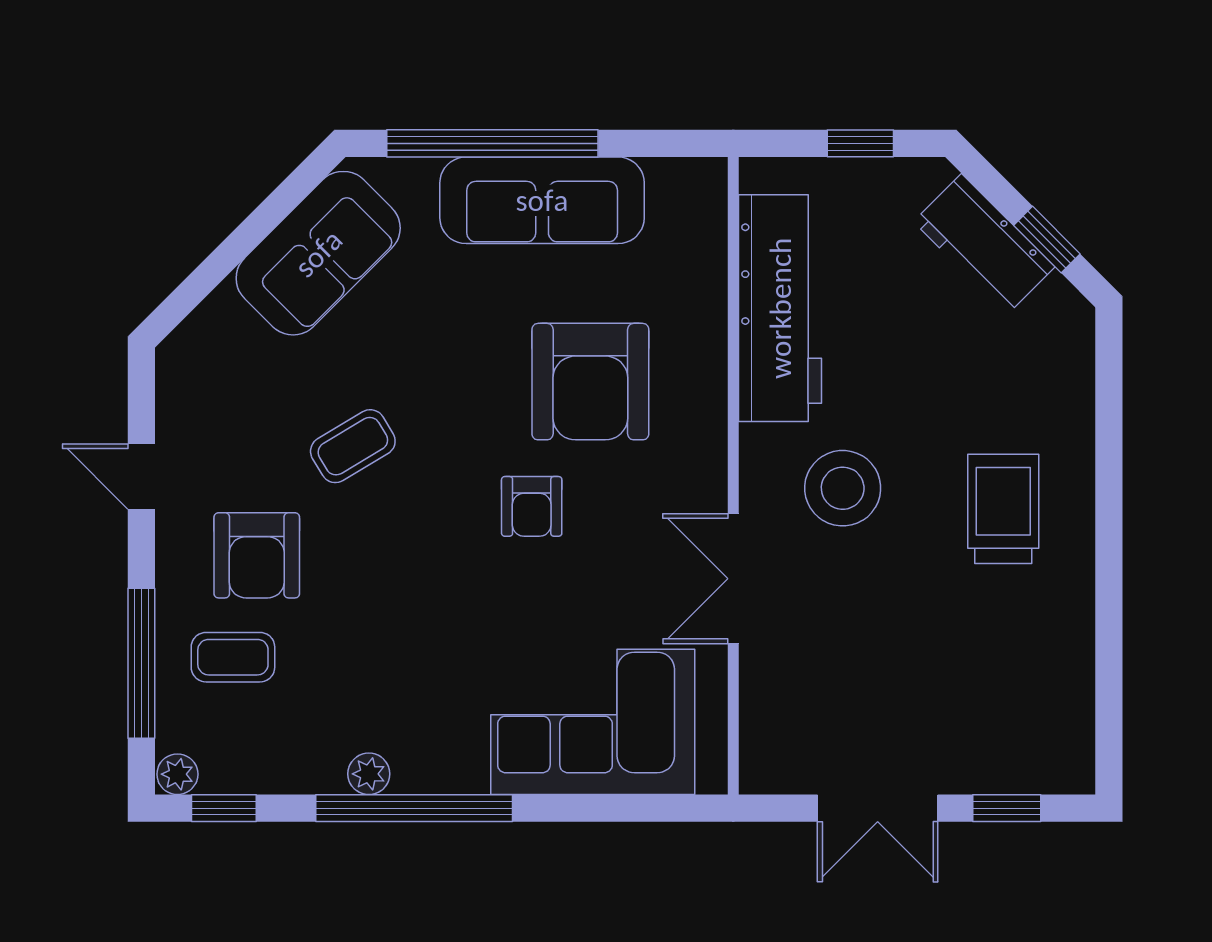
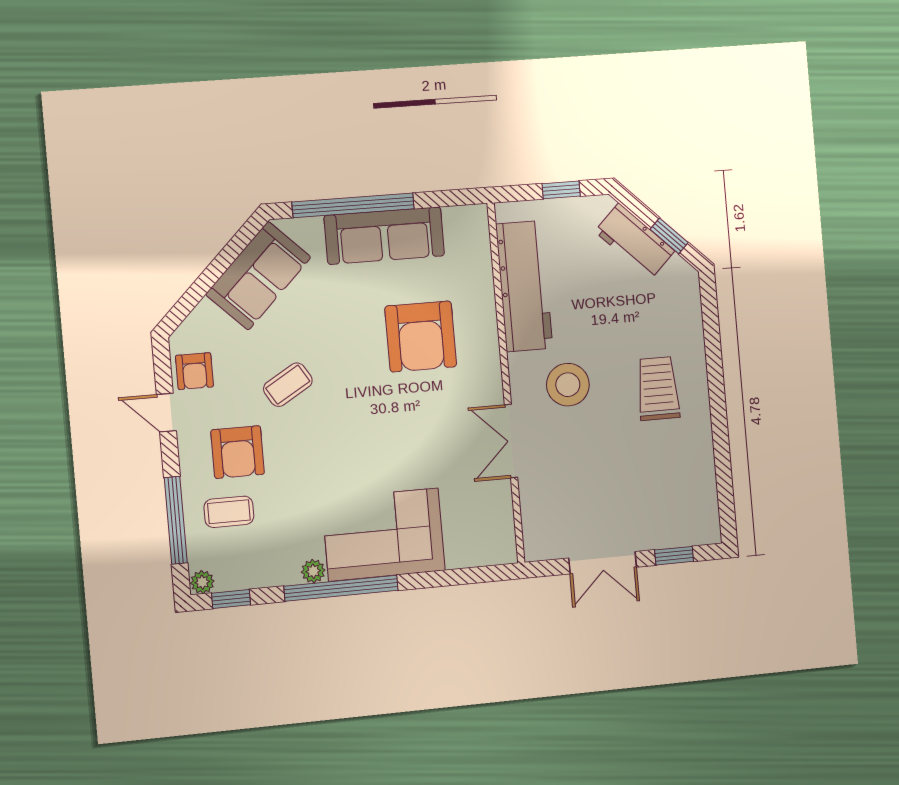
armchair: (532, 506) -> (194, 371), moved
corner sofa: (593, 722) -> (384, 535), moved

